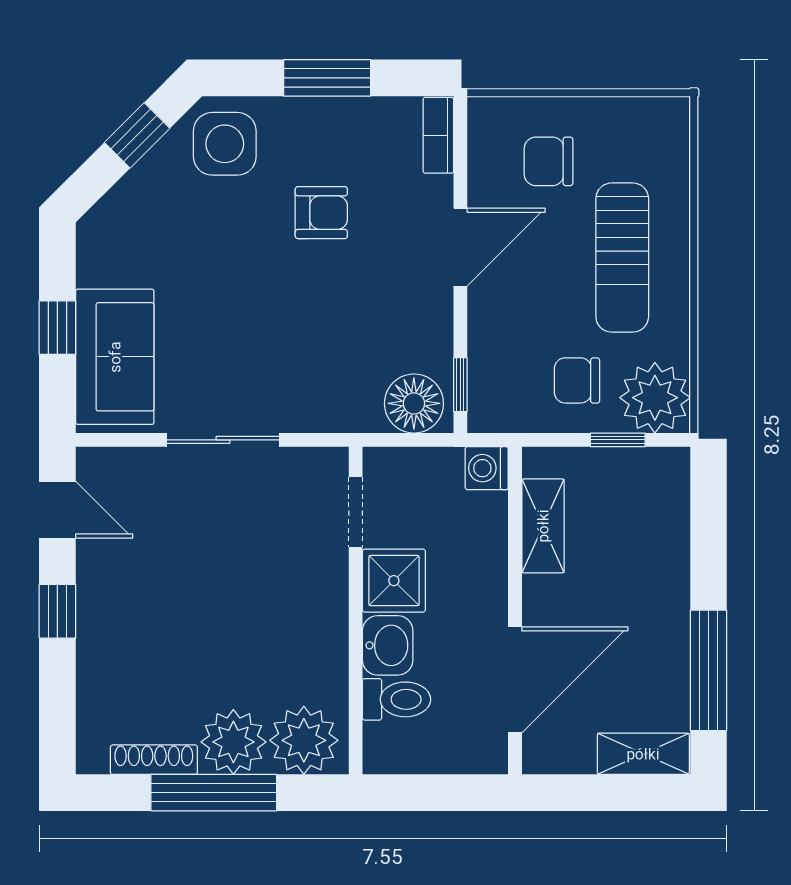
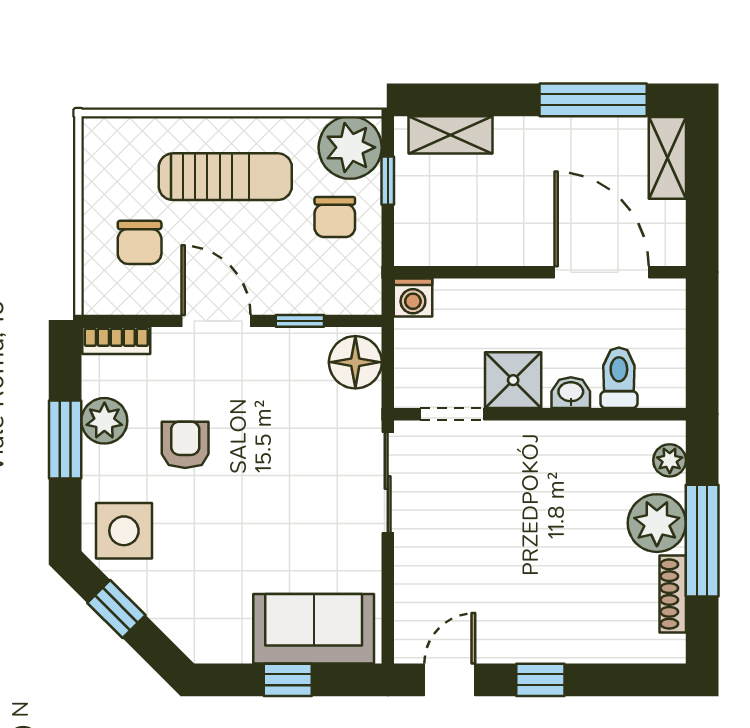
plant: (348, 122) -> (104, 421), added
window: (460, 385) -> (300, 321), moved
sliding door: (223, 440) -> (388, 482), moved
shelving: (543, 526) -> (451, 135), moved
washbasin: (388, 645) -> (571, 393), width x0.72, depth x0.69
plant: (304, 740) -> (670, 460), width x0.53, depth x0.53

